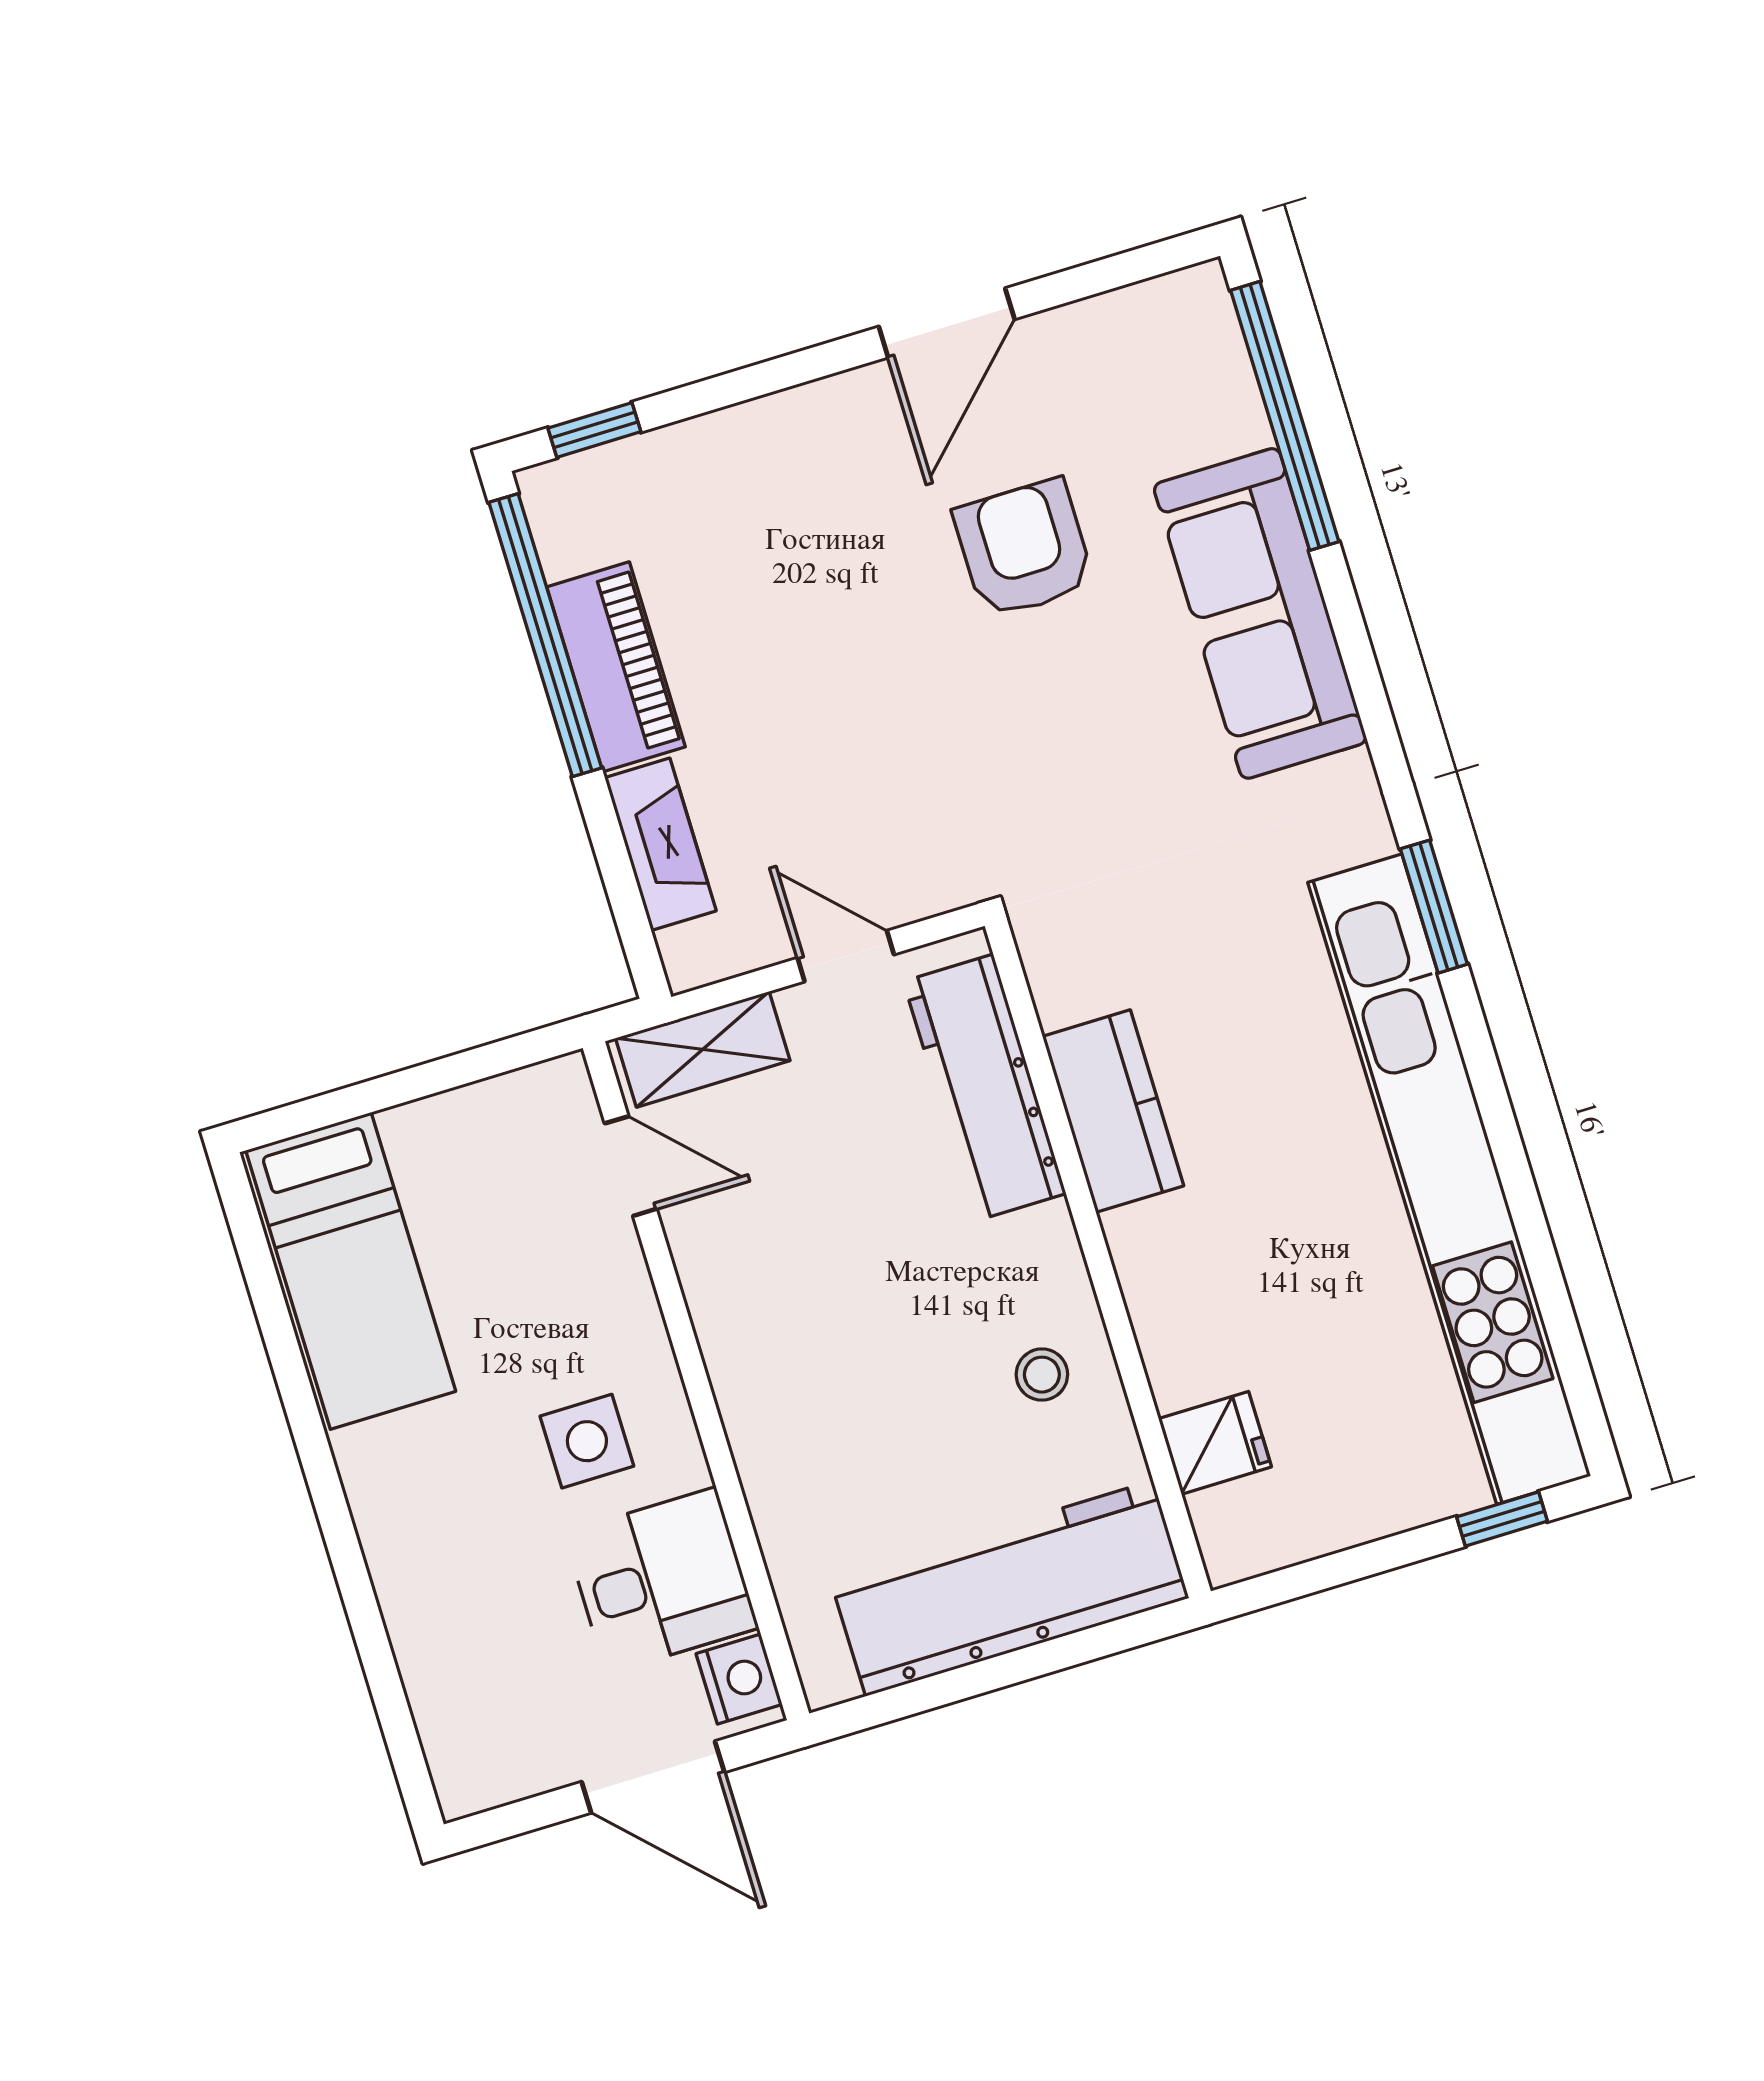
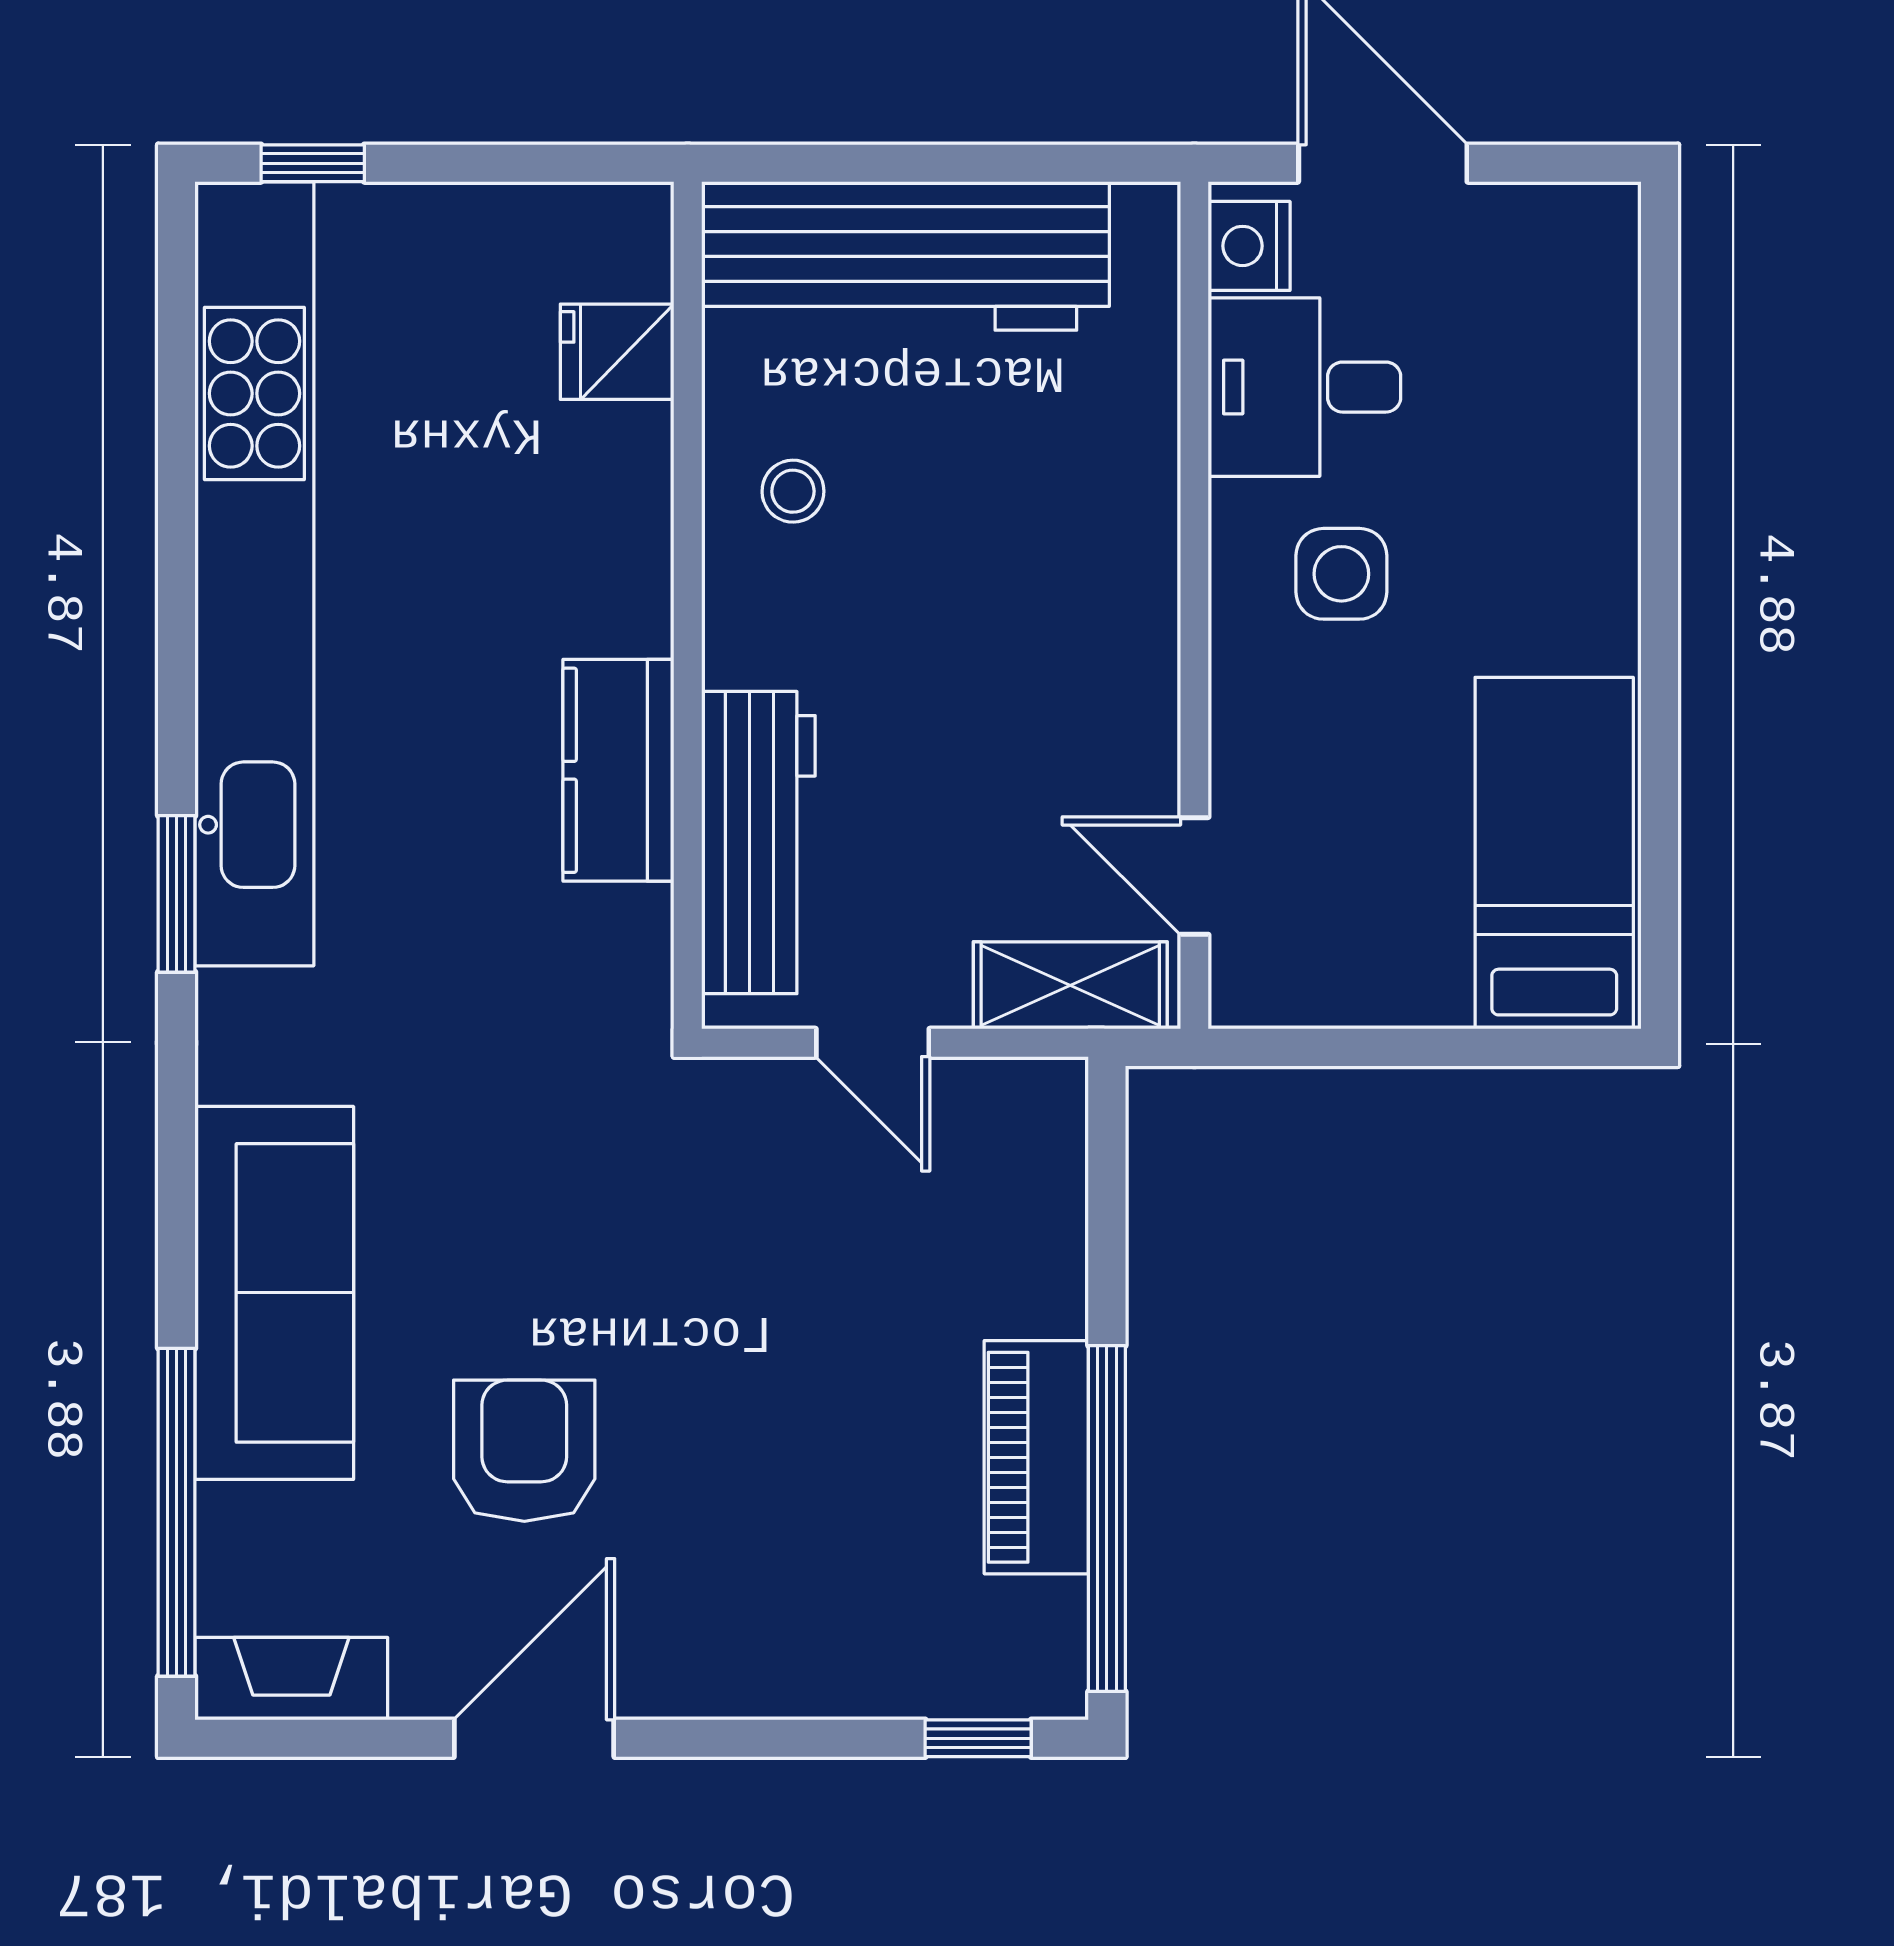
armchair: (1024, 549) -> (524, 1451), turned 180
fireplace: (660, 844) -> (291, 1679), moved, turned 90

